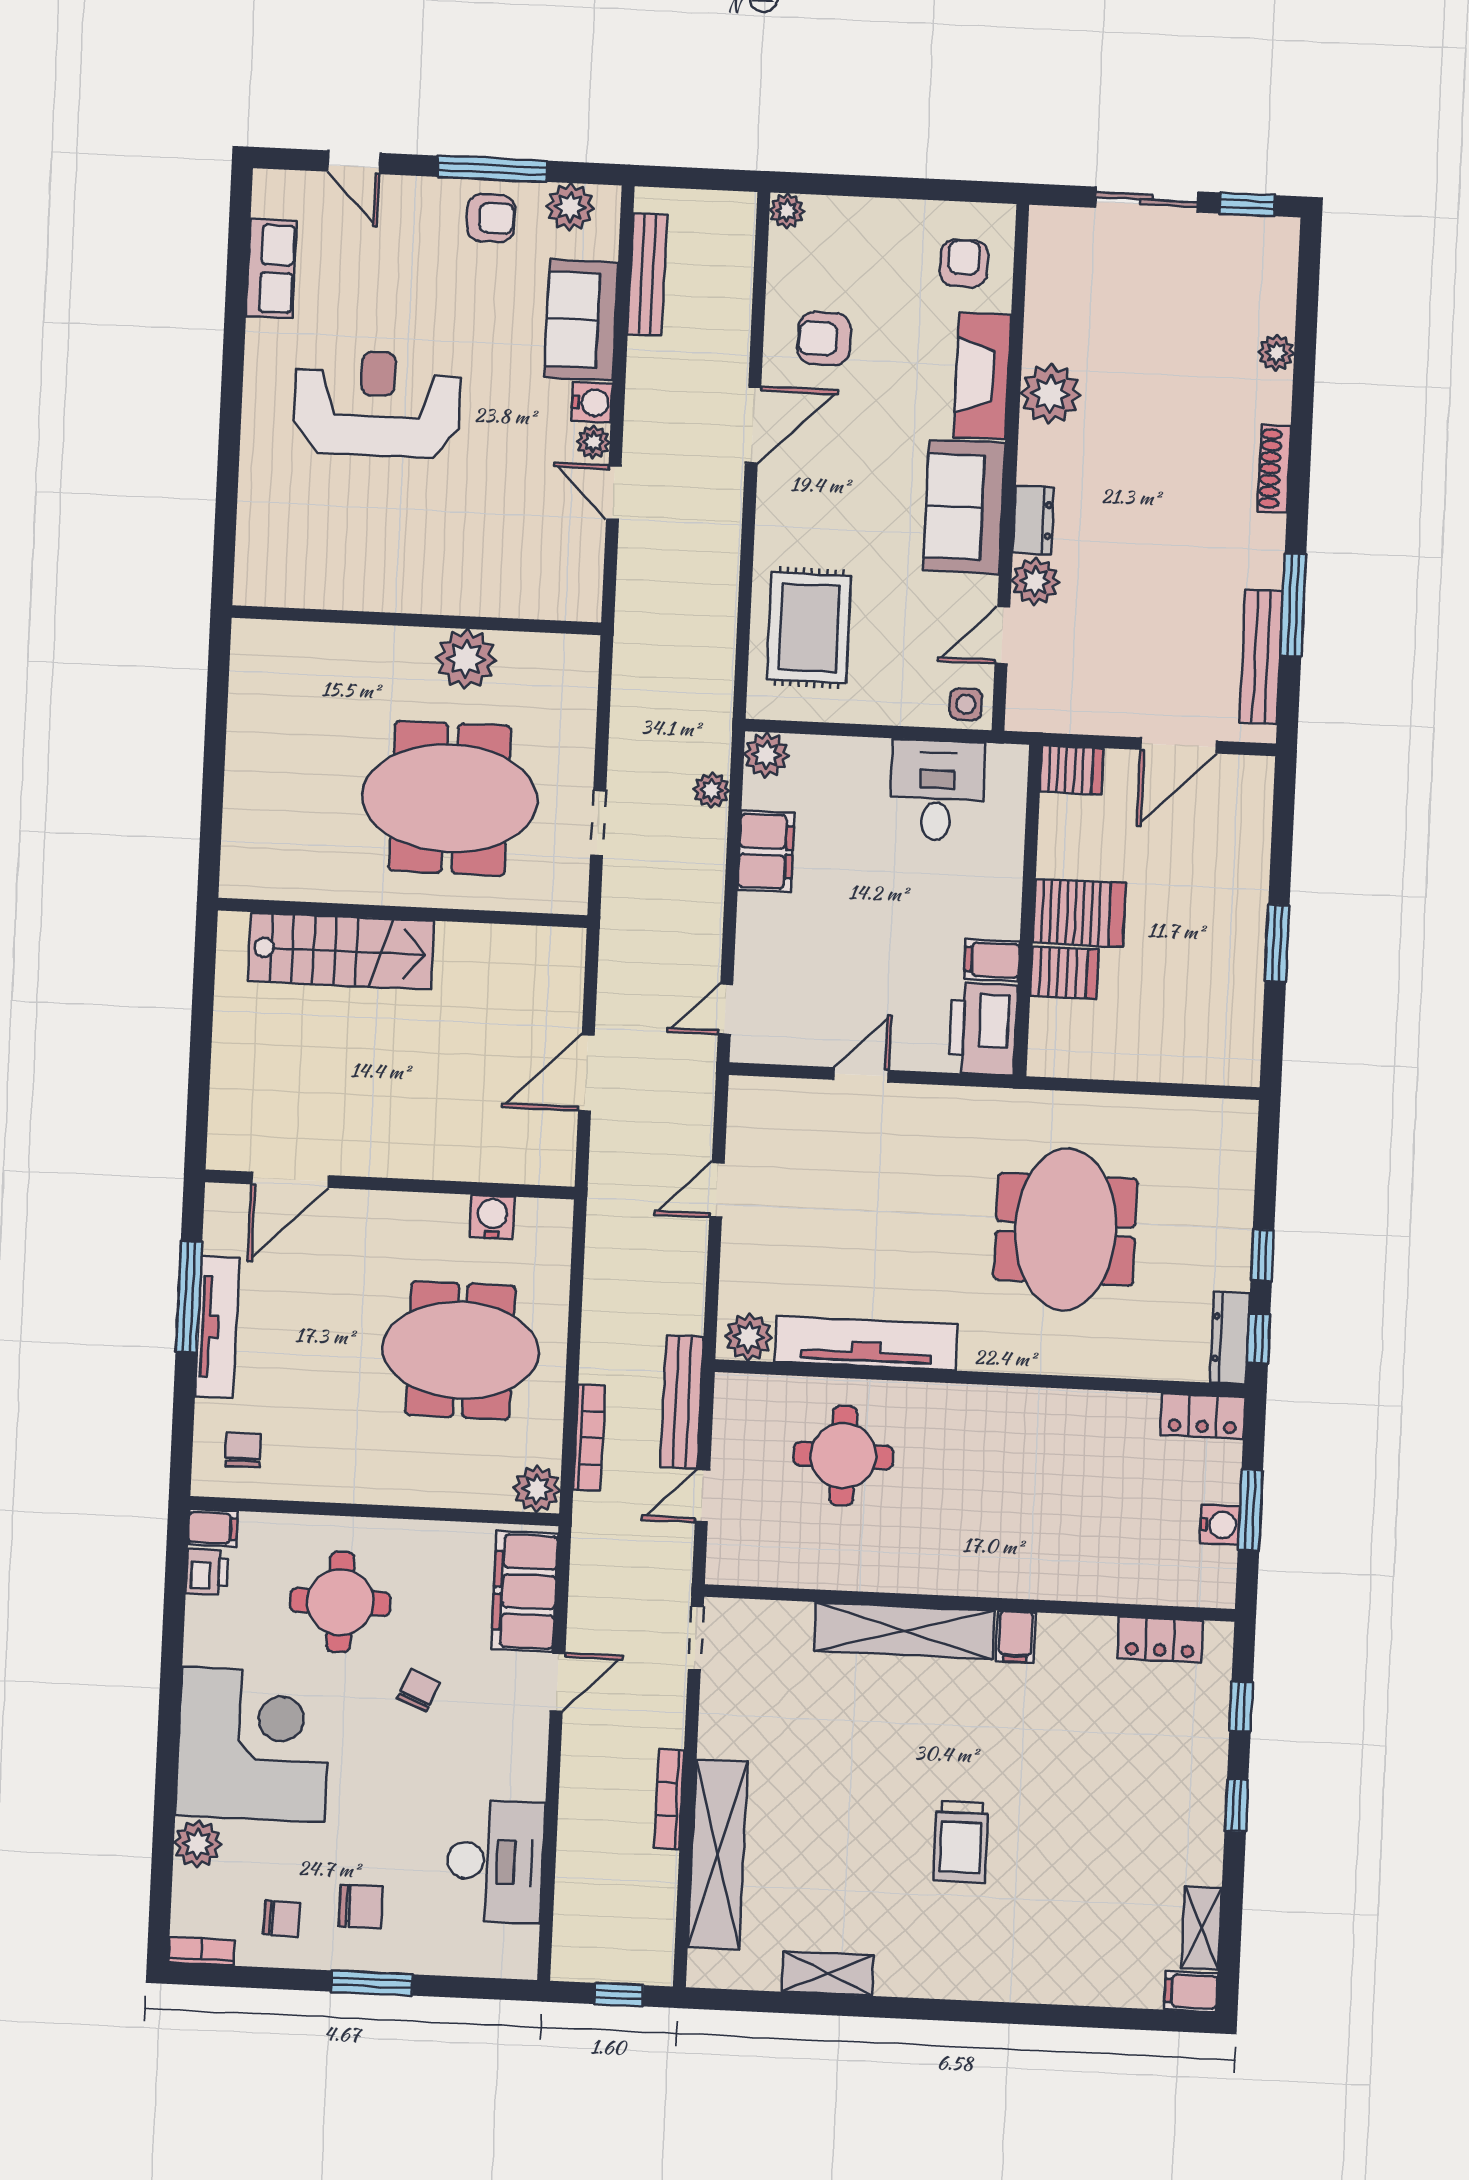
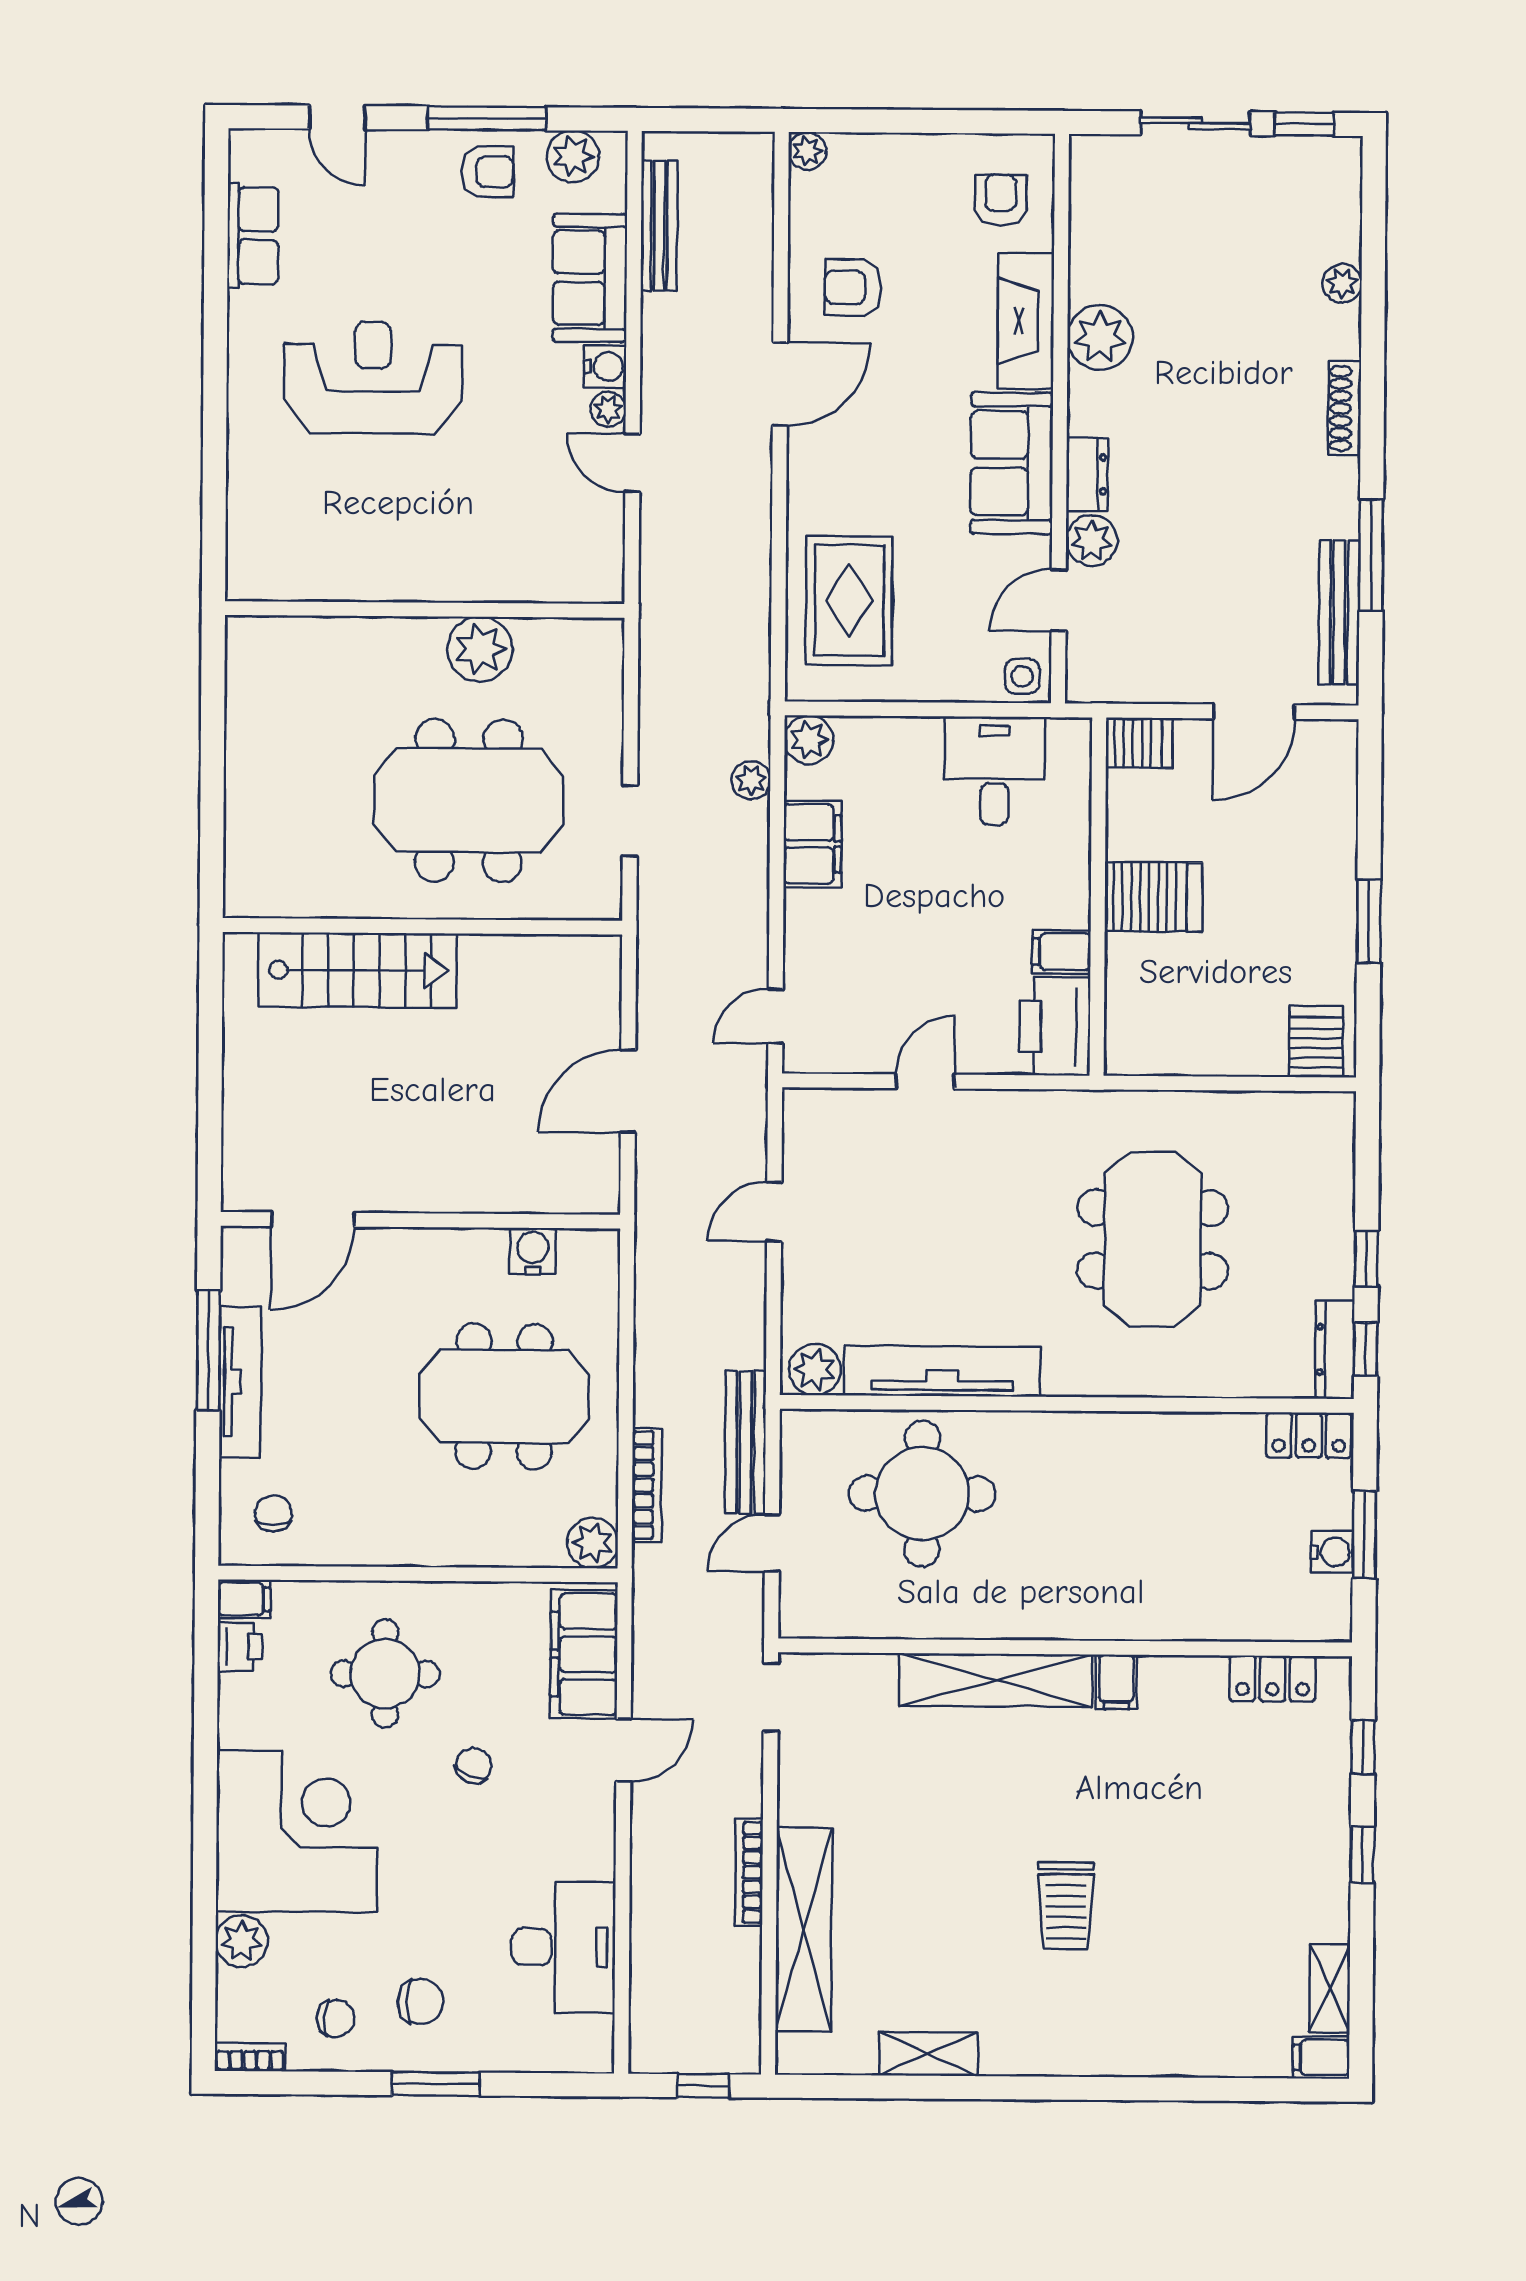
server rack: (1064, 973) -> (1316, 1042), moved, turned -90
round table: (843, 1456) -> (922, 1494), width x1.36, depth x1.36

